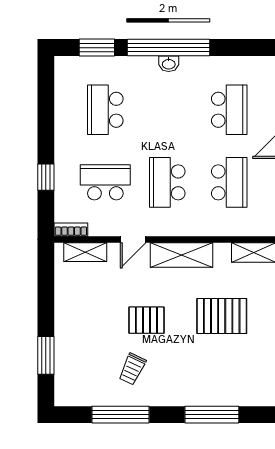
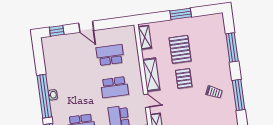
school desk: (229, 110) -> (72, 60), removed
pallet: (146, 320) -> (184, 78), moved

